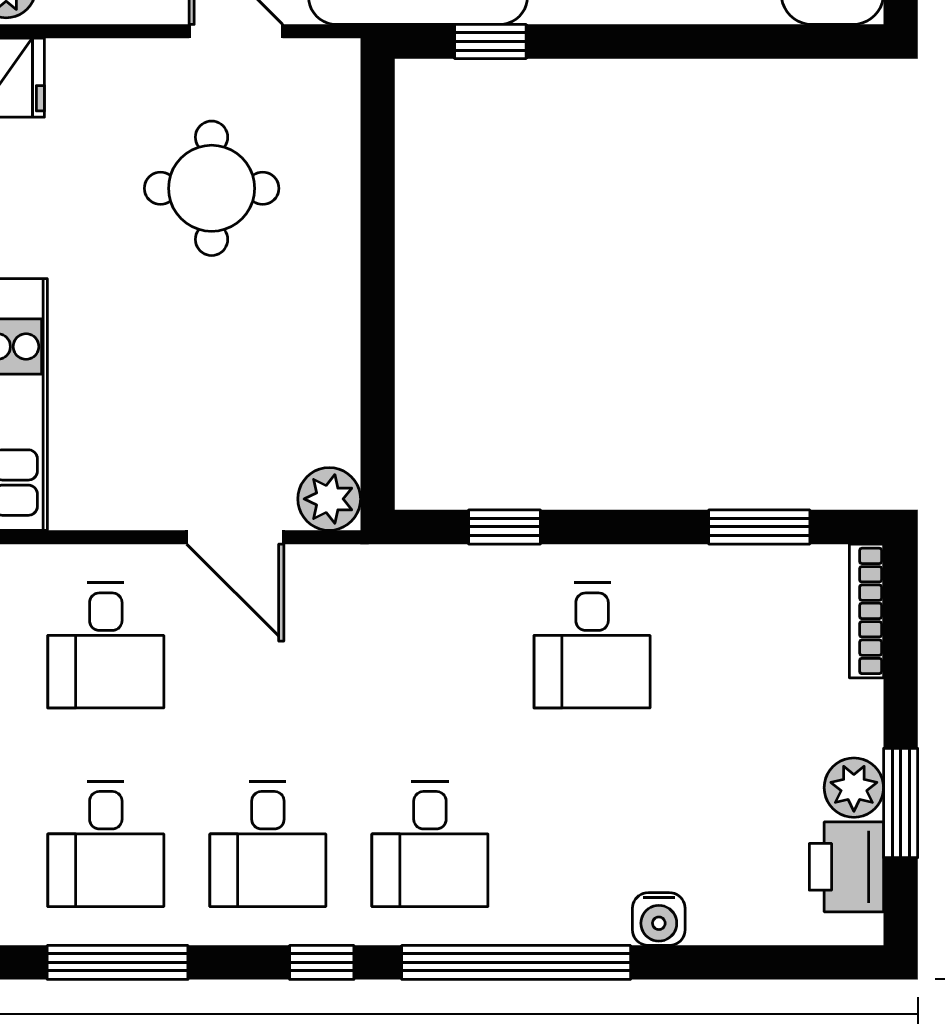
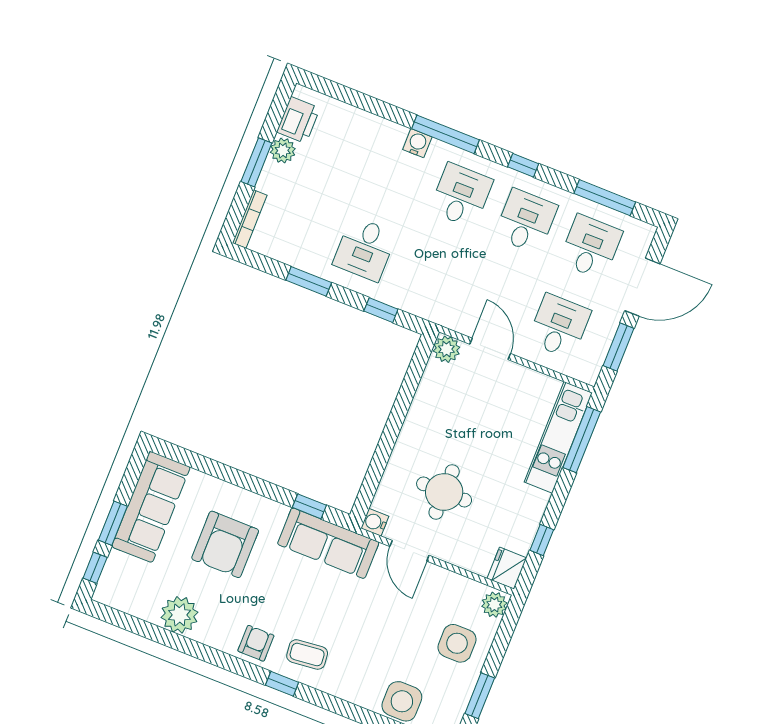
water cooler: (335, 63) -> (375, 522), added
window: (759, 527) -> (309, 281), moved
desk: (592, 645) -> (365, 249), turned 180
window: (901, 803) -> (256, 162), moved
water cooler: (659, 919) -> (417, 143), moved
window: (516, 962) -> (446, 134), width x0.68

